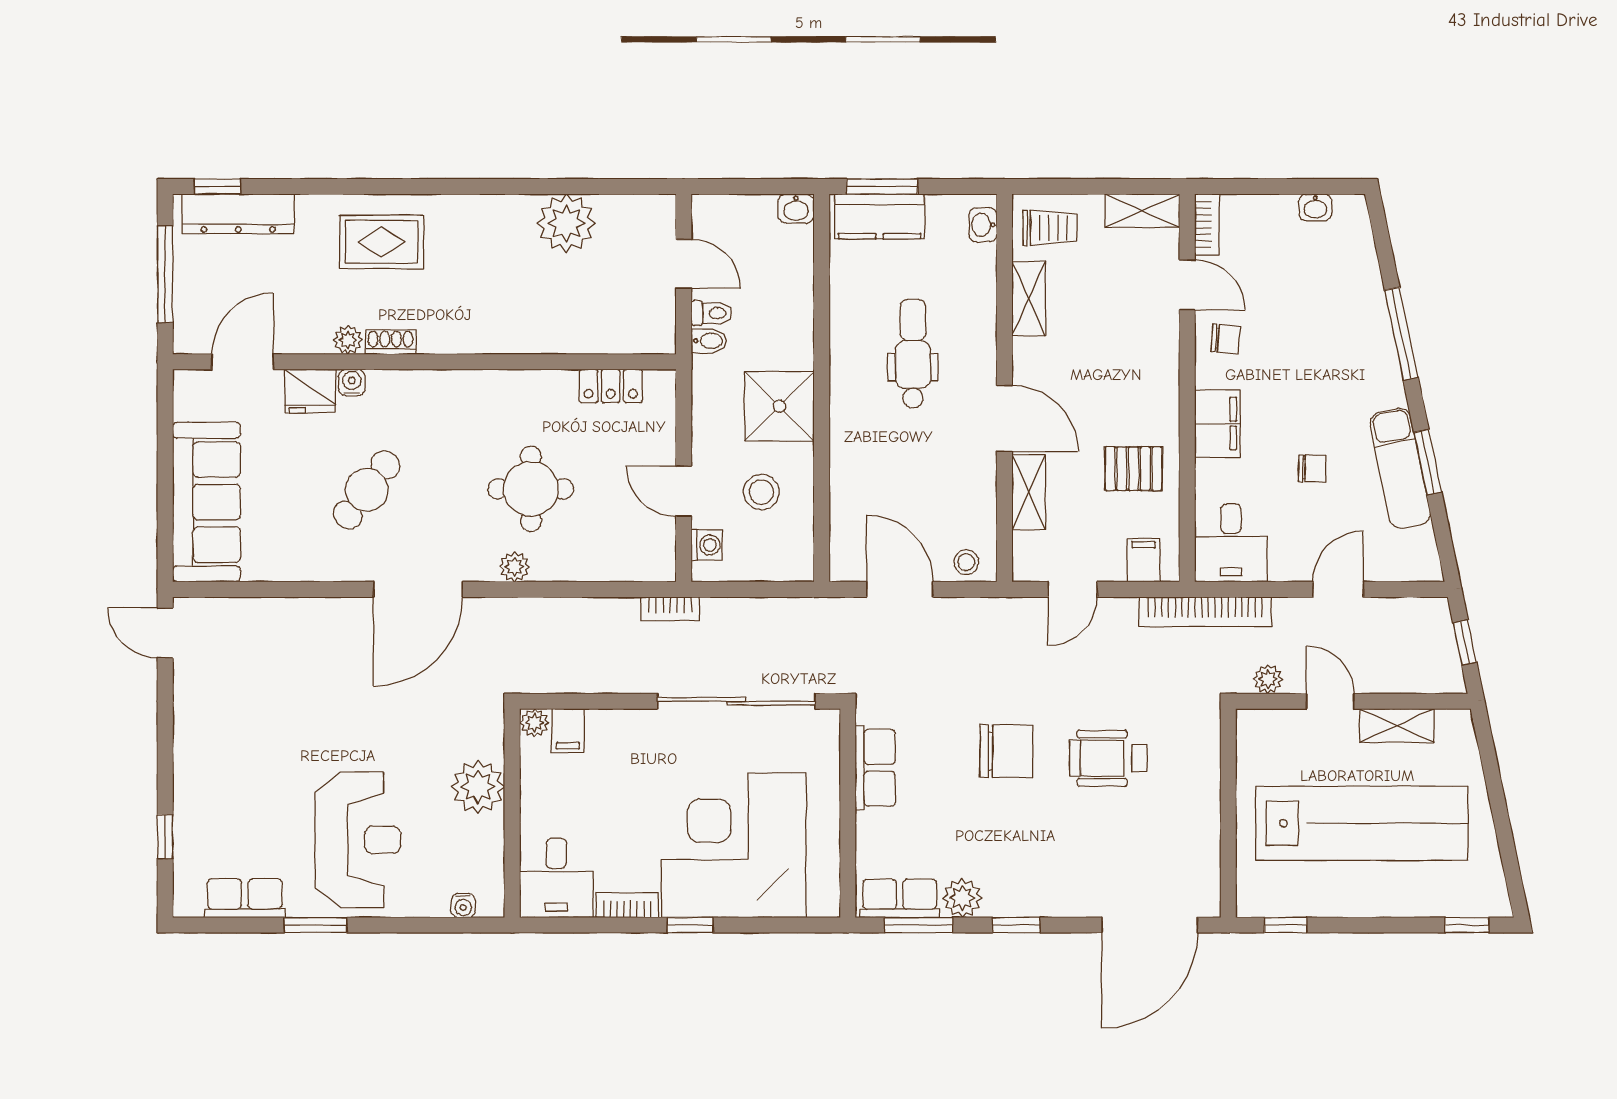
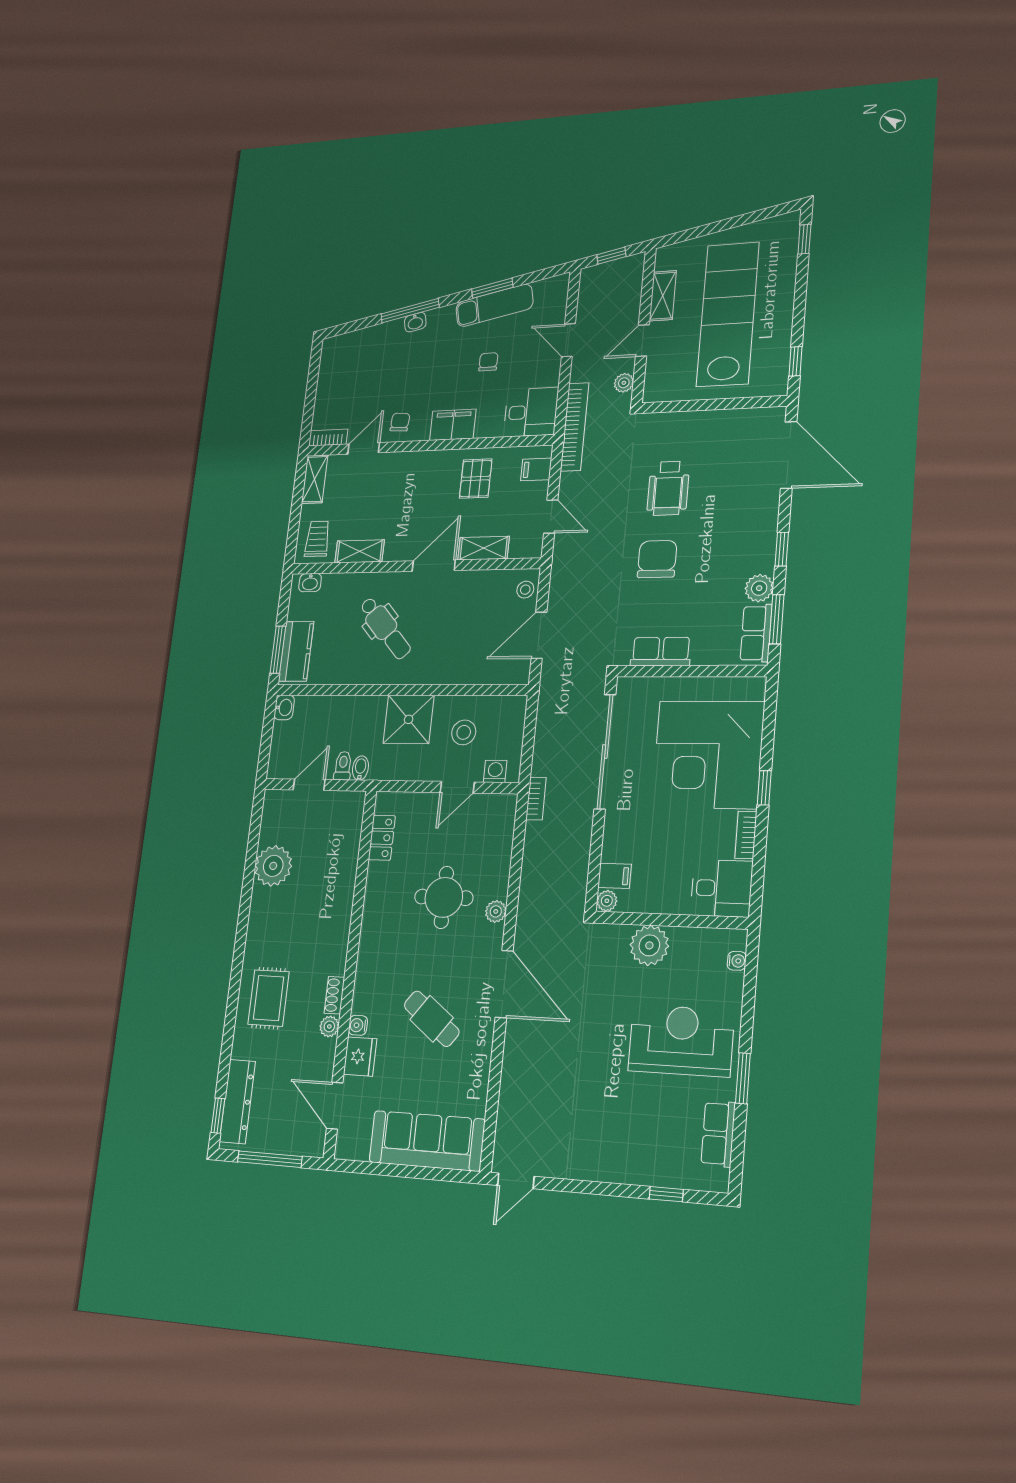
washbasin: (1315, 207) -> (415, 322), moved, turned 78
dental chair: (913, 354) -> (385, 628), turned -132

